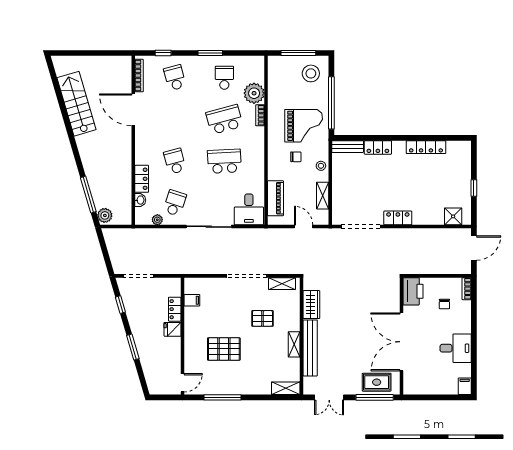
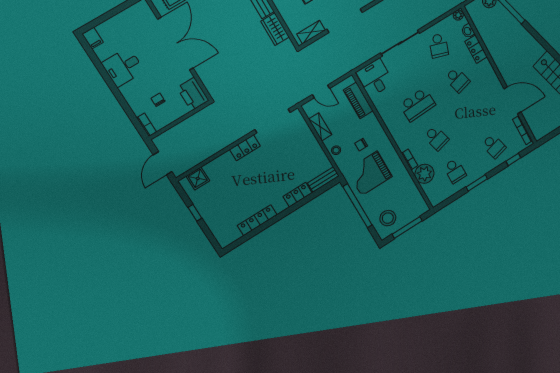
school desk: (224, 119) -> (436, 138), width x0.54
plant: (157, 220) -> (458, 15), moved

